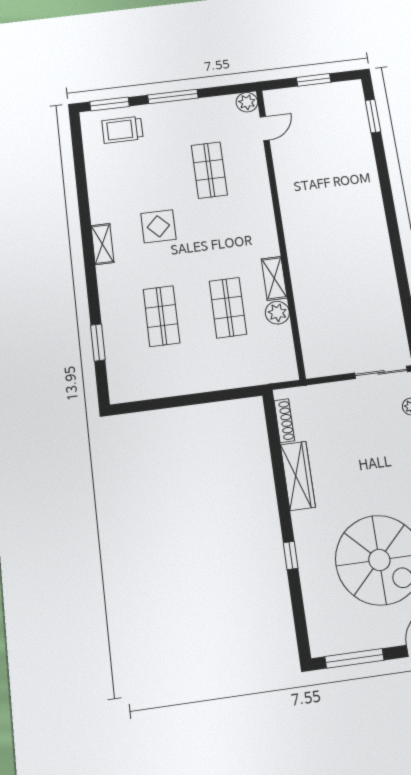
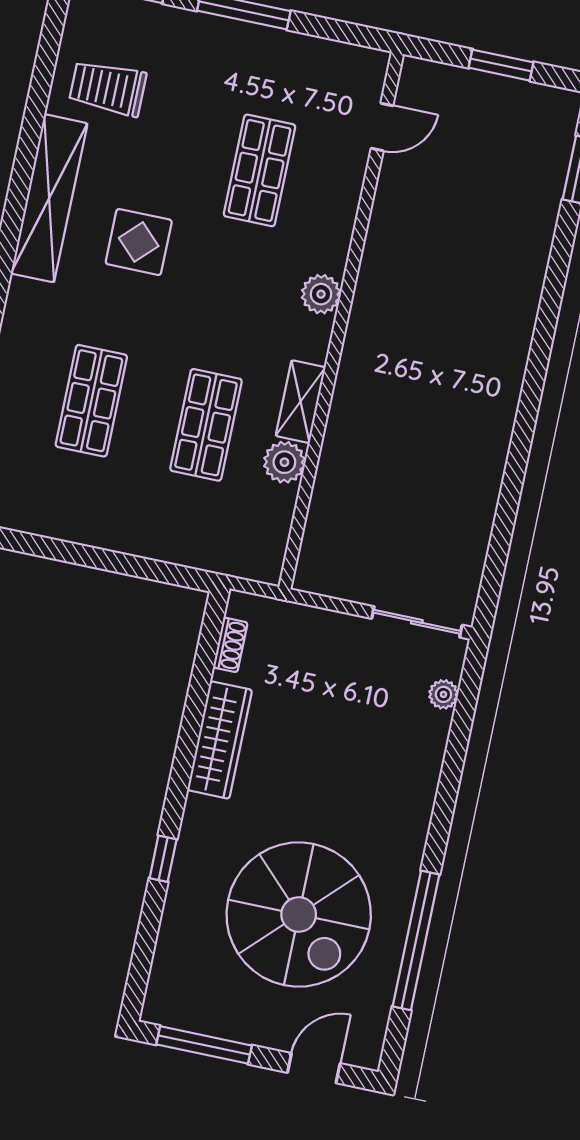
plant: (247, 102) -> (321, 294), moved
trolley: (122, 130) -> (108, 88), moved
shelving: (102, 244) -> (49, 198), width x2.20, depth x1.33
shoe rack: (284, 421) -> (230, 645), width x0.70

